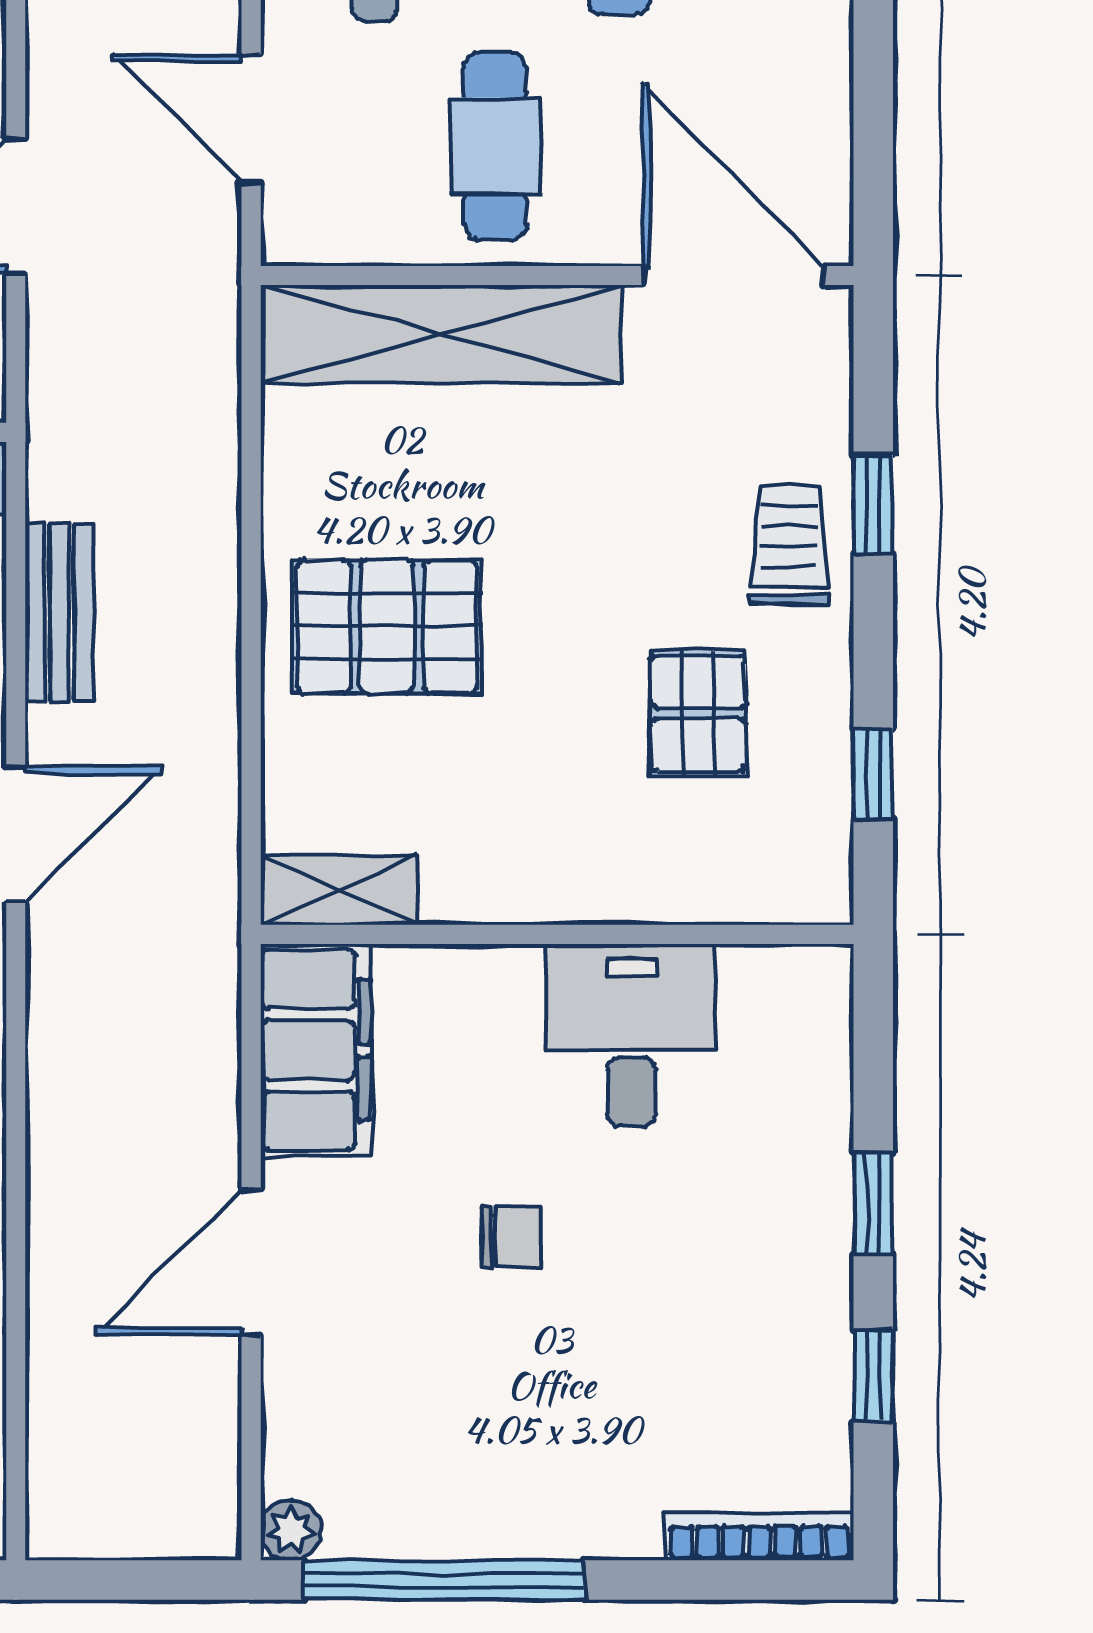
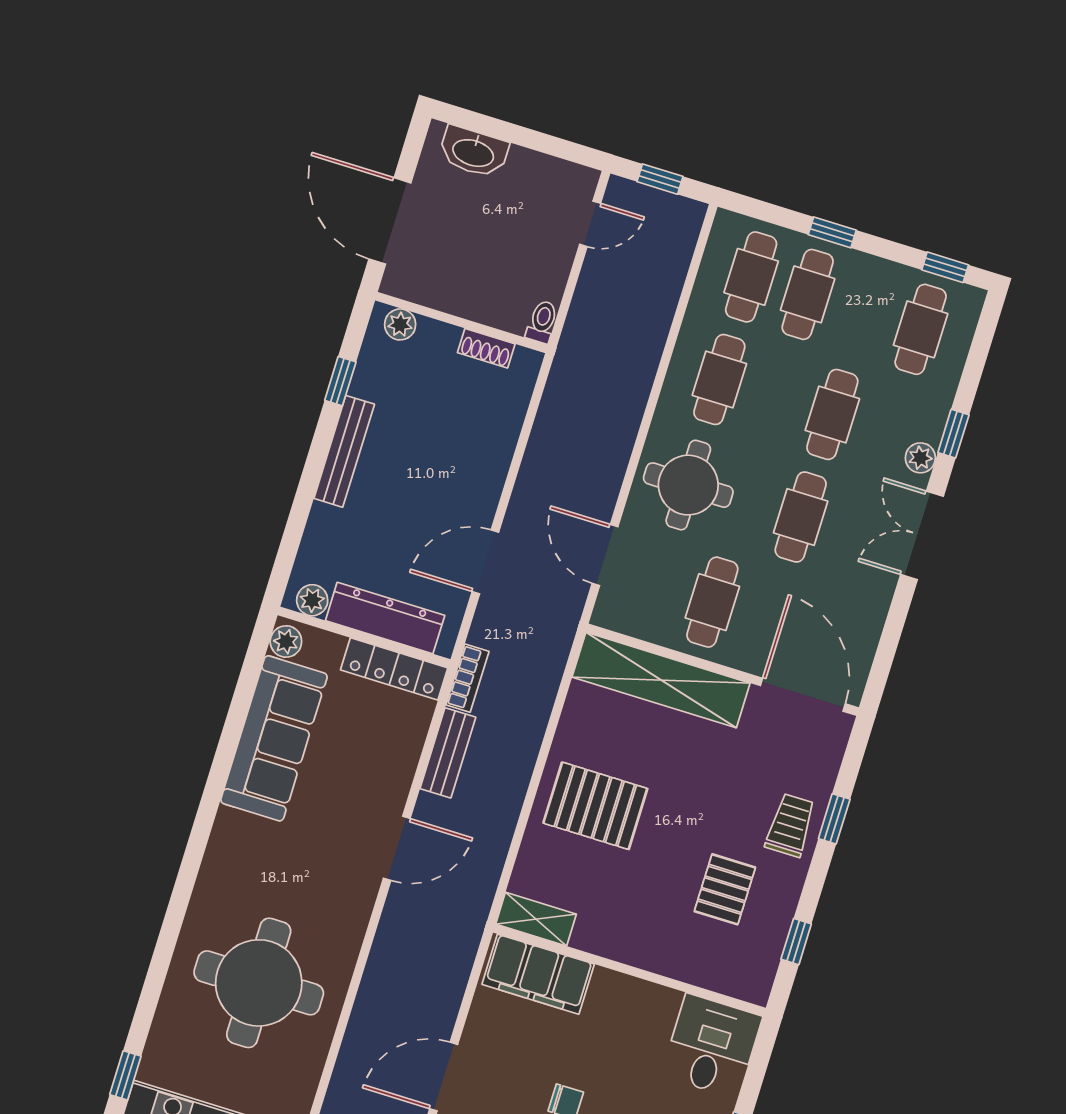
bookcase: (52, 450) -> (467, 678), added
desk: (631, 1035) -> (712, 1046), moved
filing cabinet: (316, 1050) -> (538, 974), moved, turned 90

